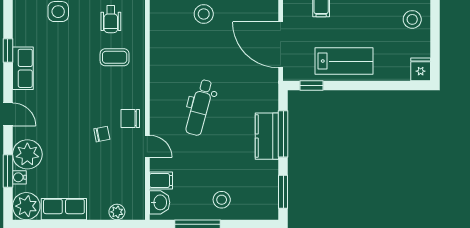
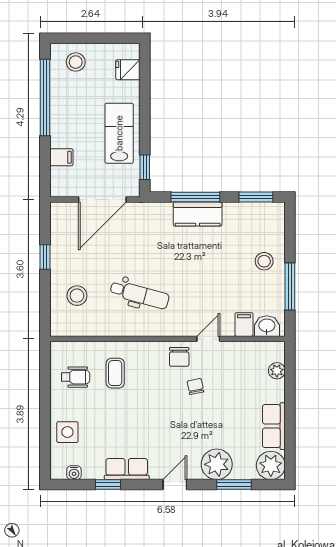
stool: (204, 14) -> (77, 296), moved
fridge: (421, 69) -> (128, 70), moved
dental chair: (200, 107) -> (140, 295), moved
water cooler: (19, 177) -> (74, 473), moved

